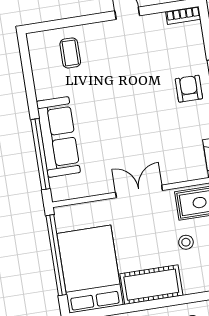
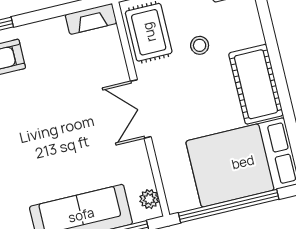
plant: (67, 192) -> (149, 199), added

